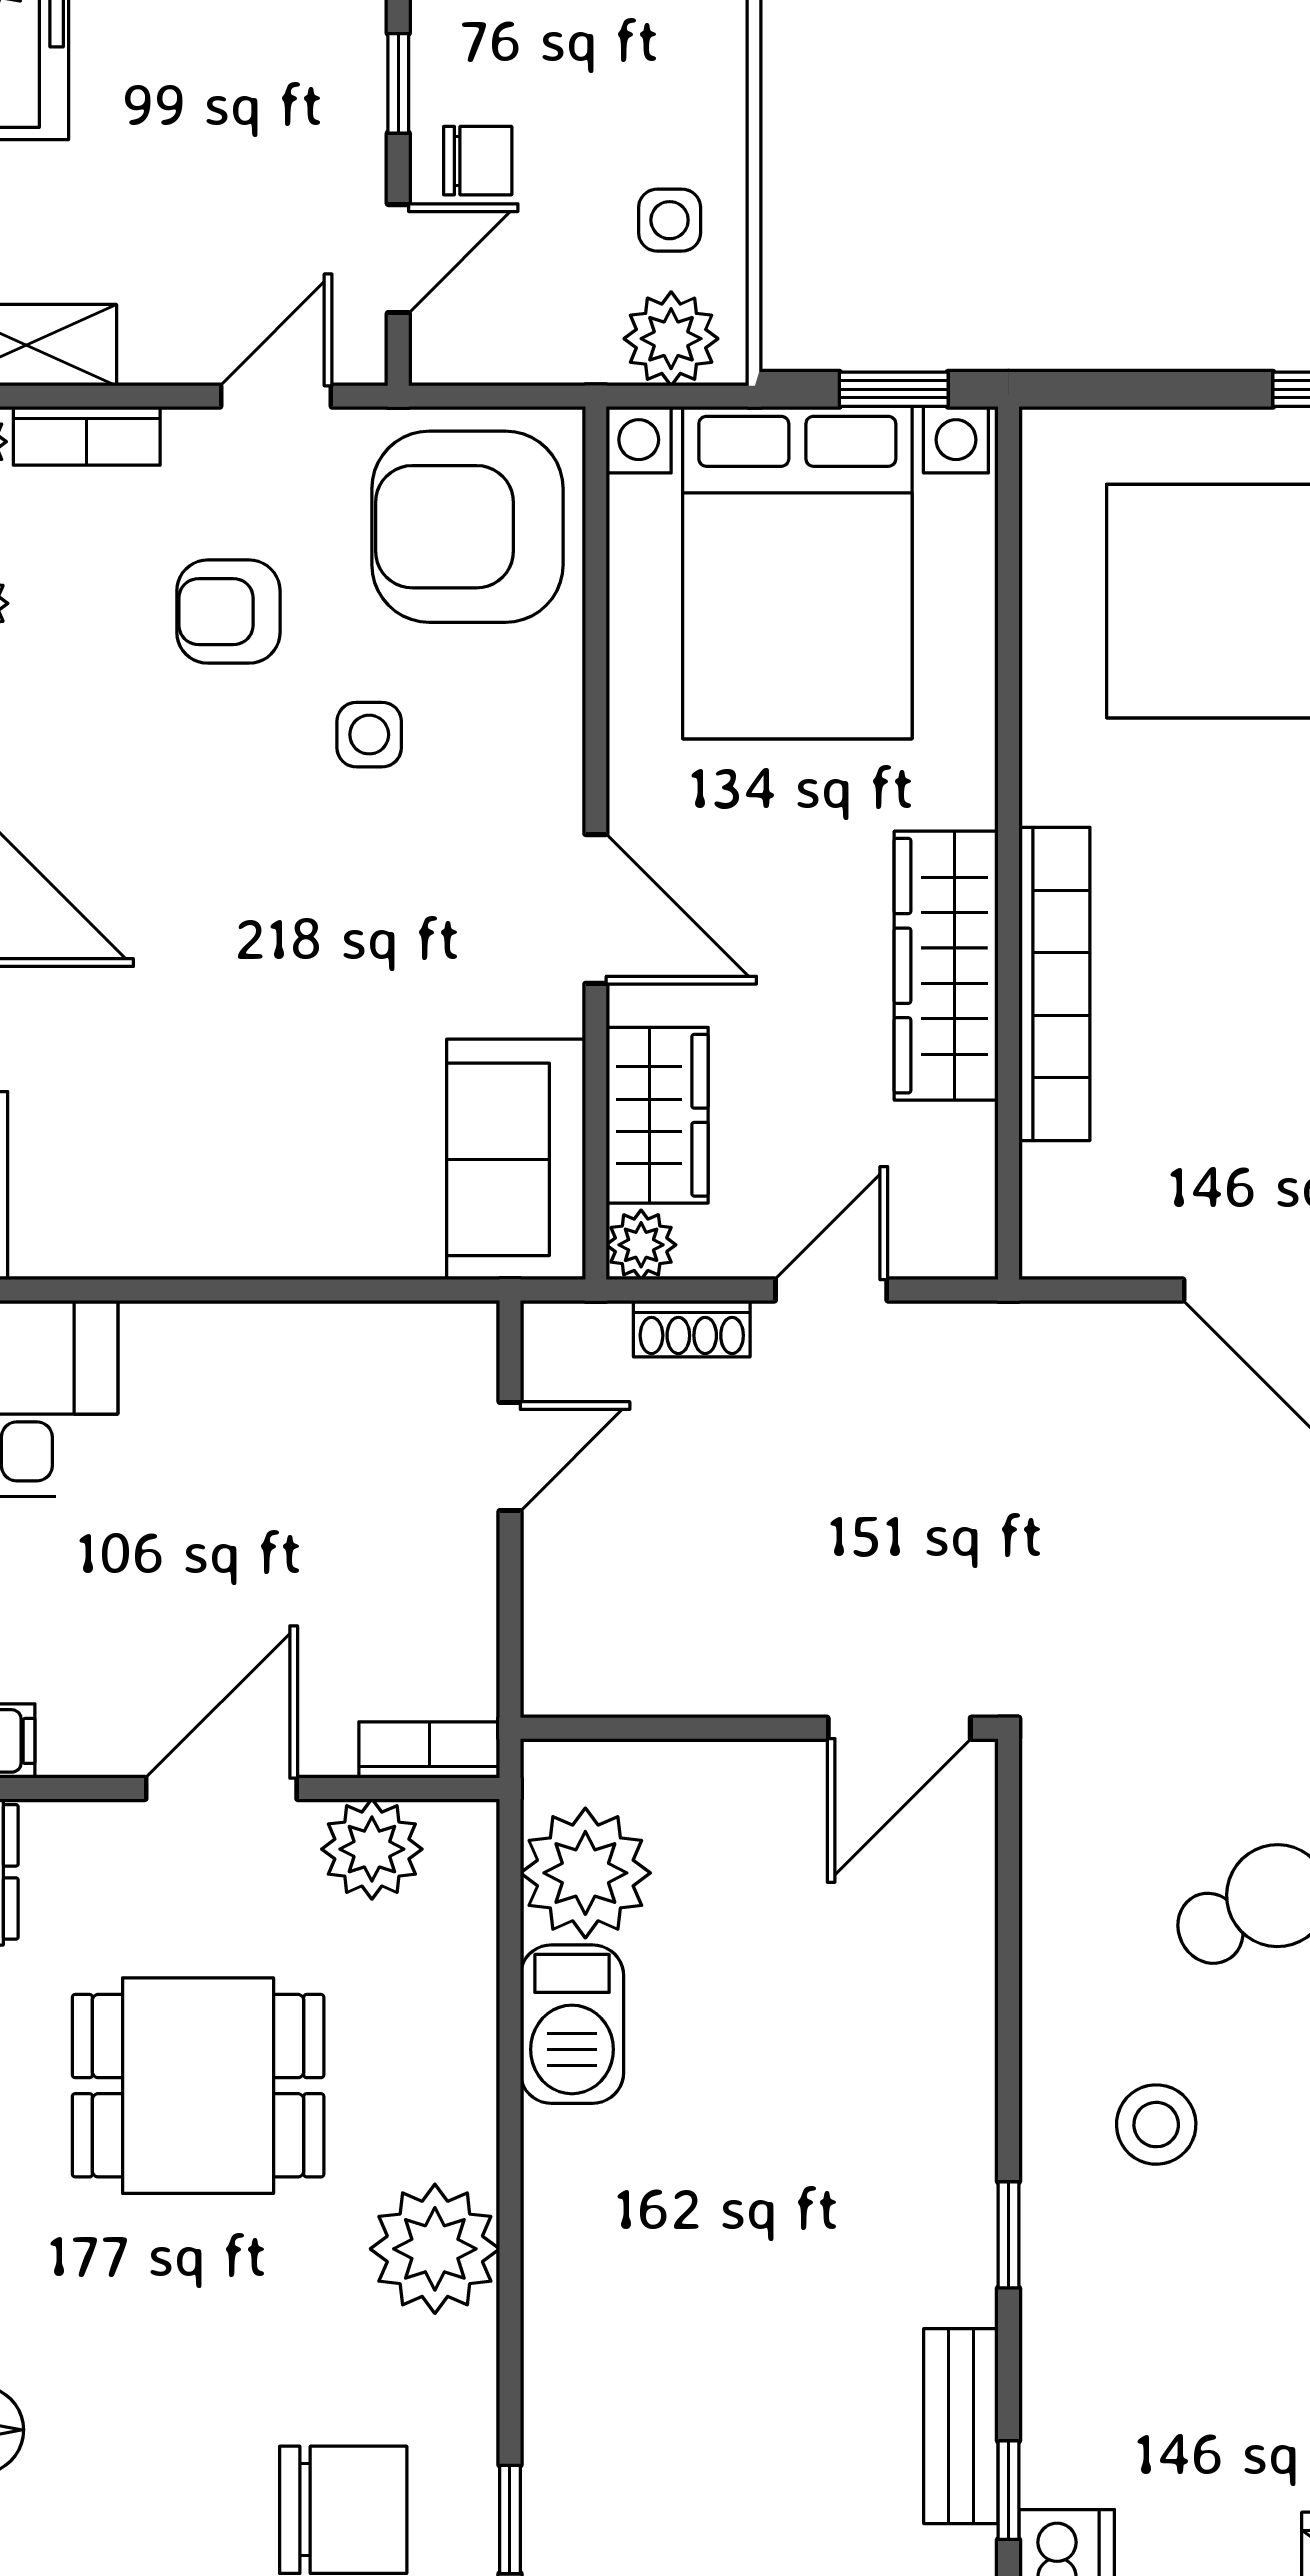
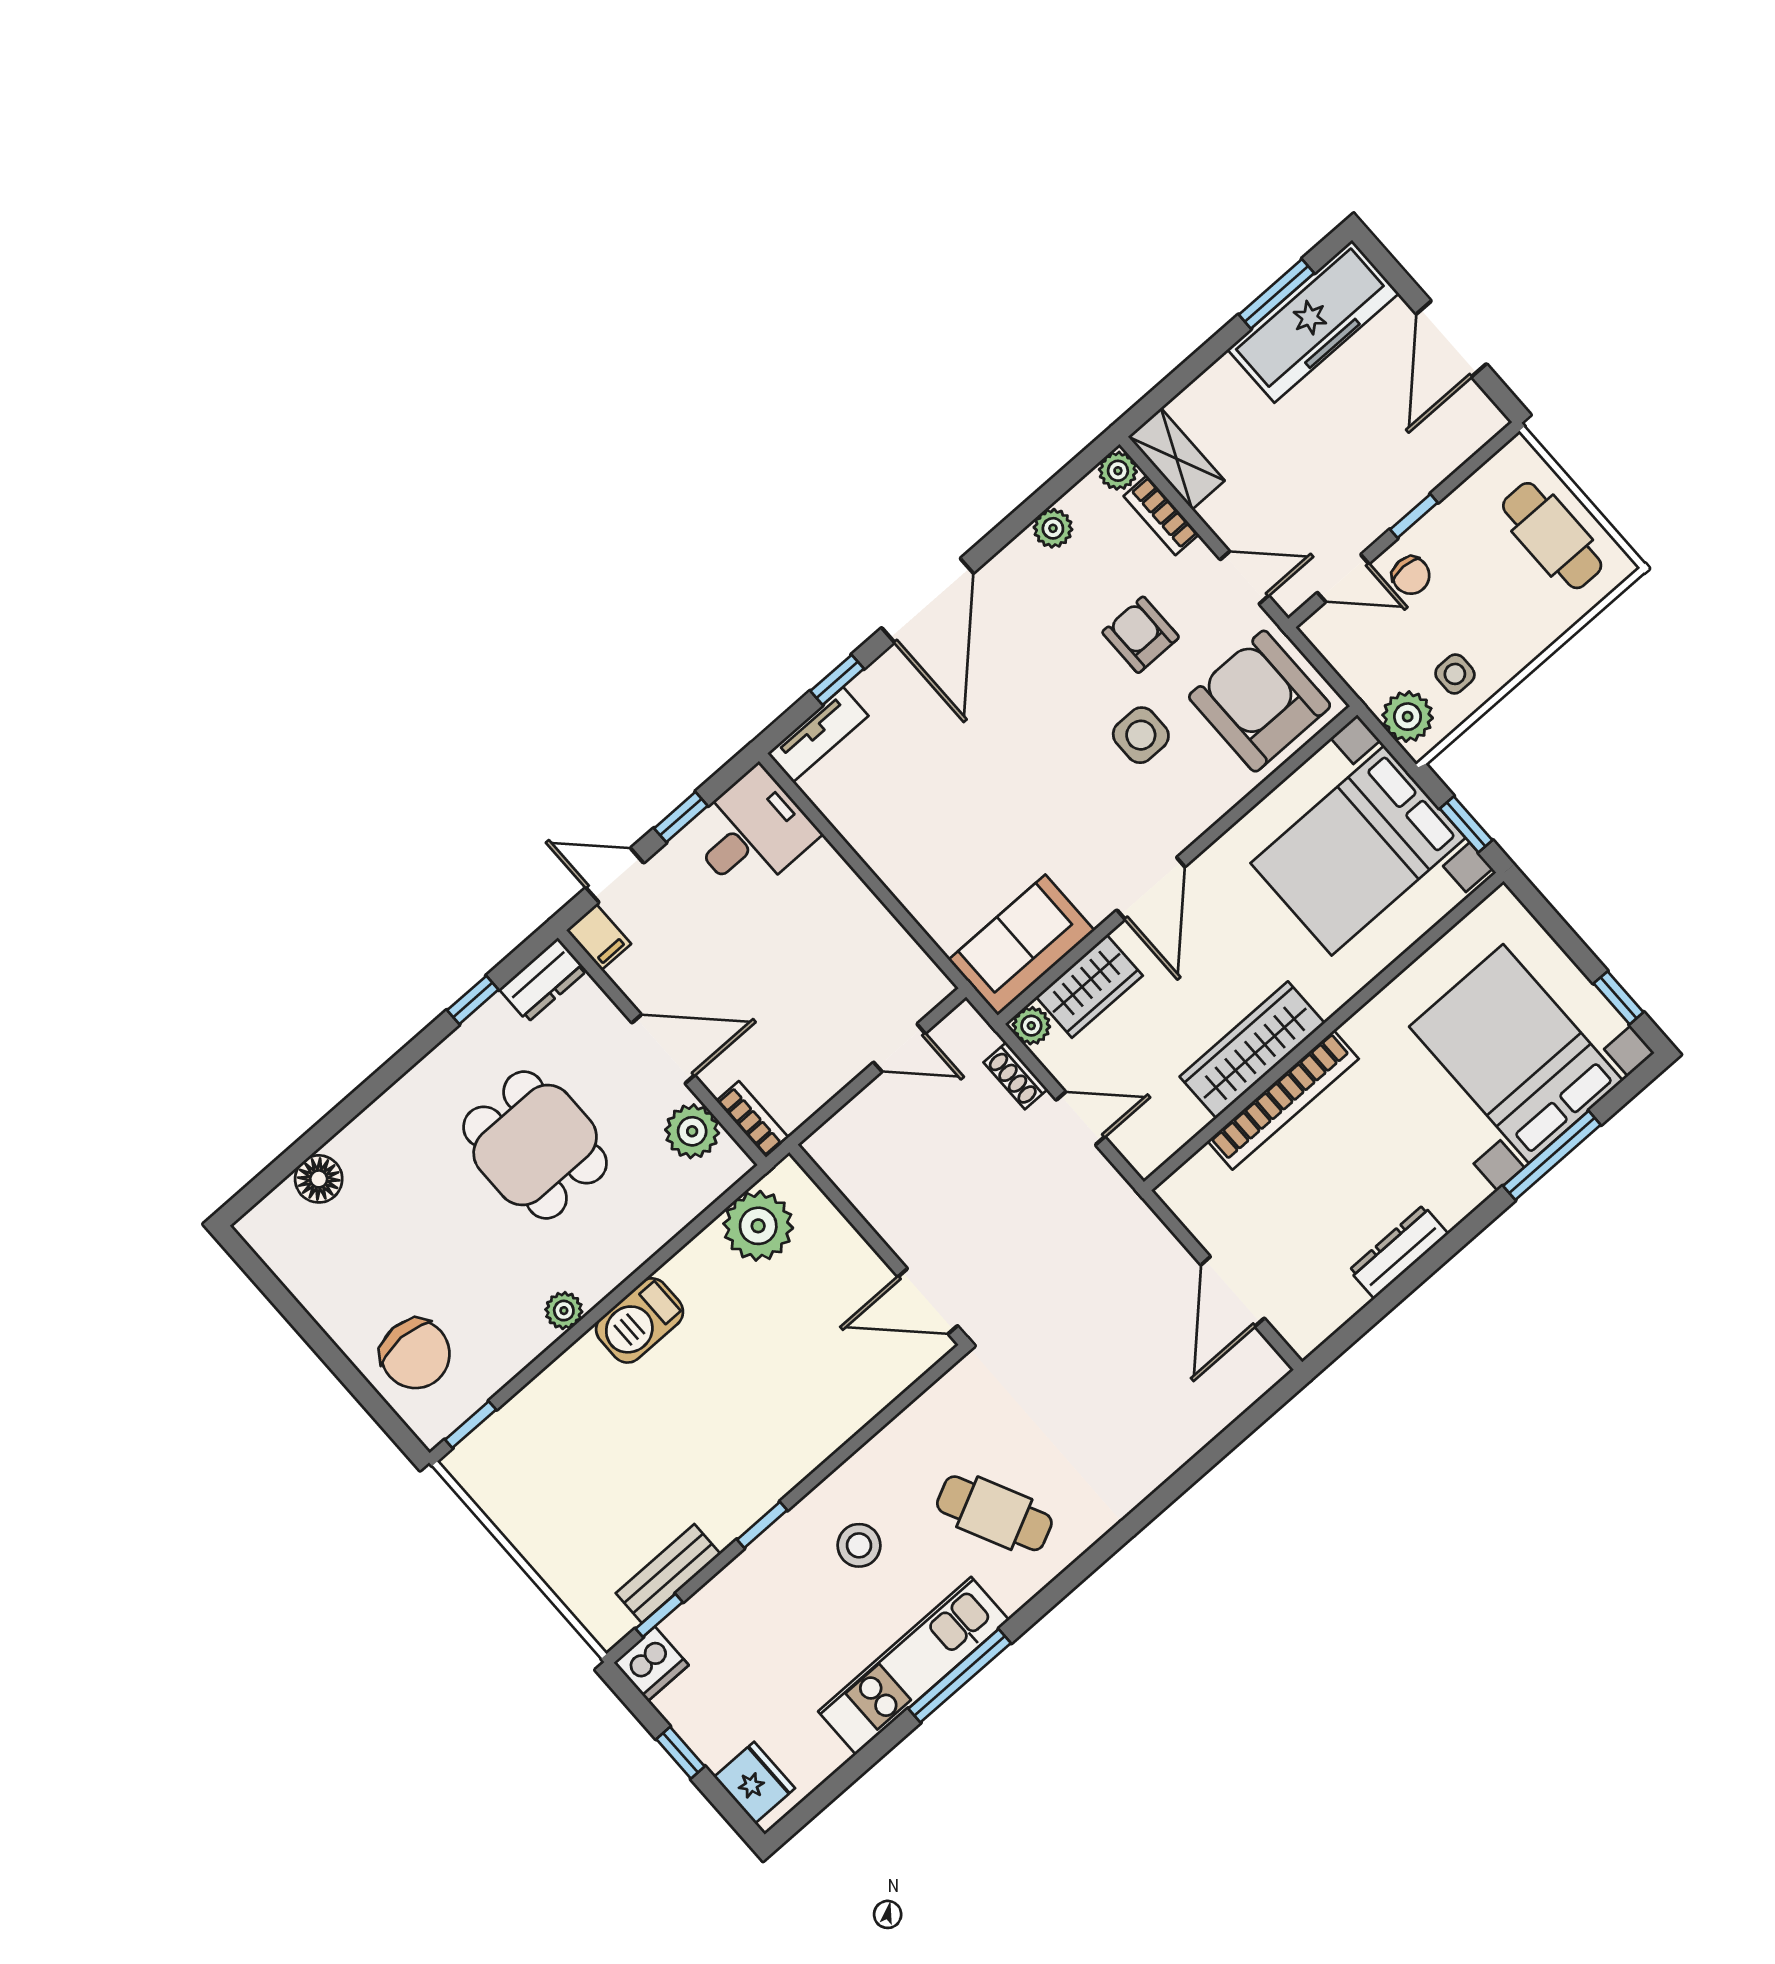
side table: (369, 735) -> (1141, 735), width x1.37, depth x1.37
barbecue: (572, 2024) -> (640, 1320), moved
plant: (435, 2249) -> (564, 1311), width x0.53, depth x0.53

